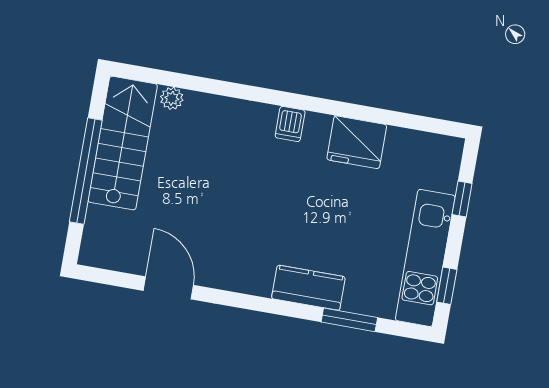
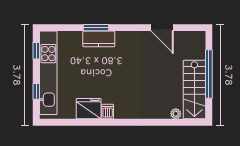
dishwasher: (290, 124) -> (108, 112), moved
kitchen unit: (425, 258) -> (48, 73), width x1.36
window: (349, 320) -> (96, 28), moved

